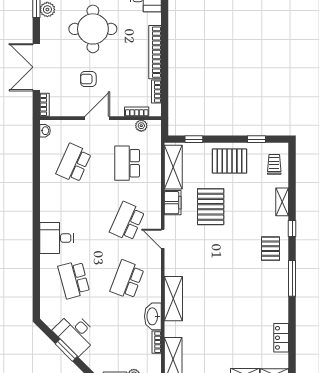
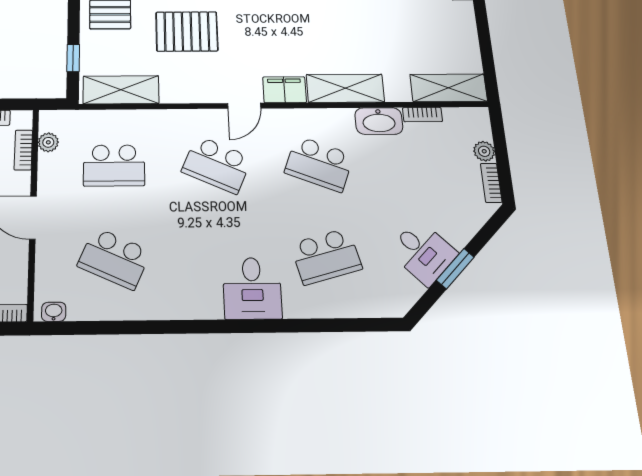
filing cabinet: (173, 203) -> (285, 90), moved
desk: (76, 333) -> (423, 252), width x0.73

